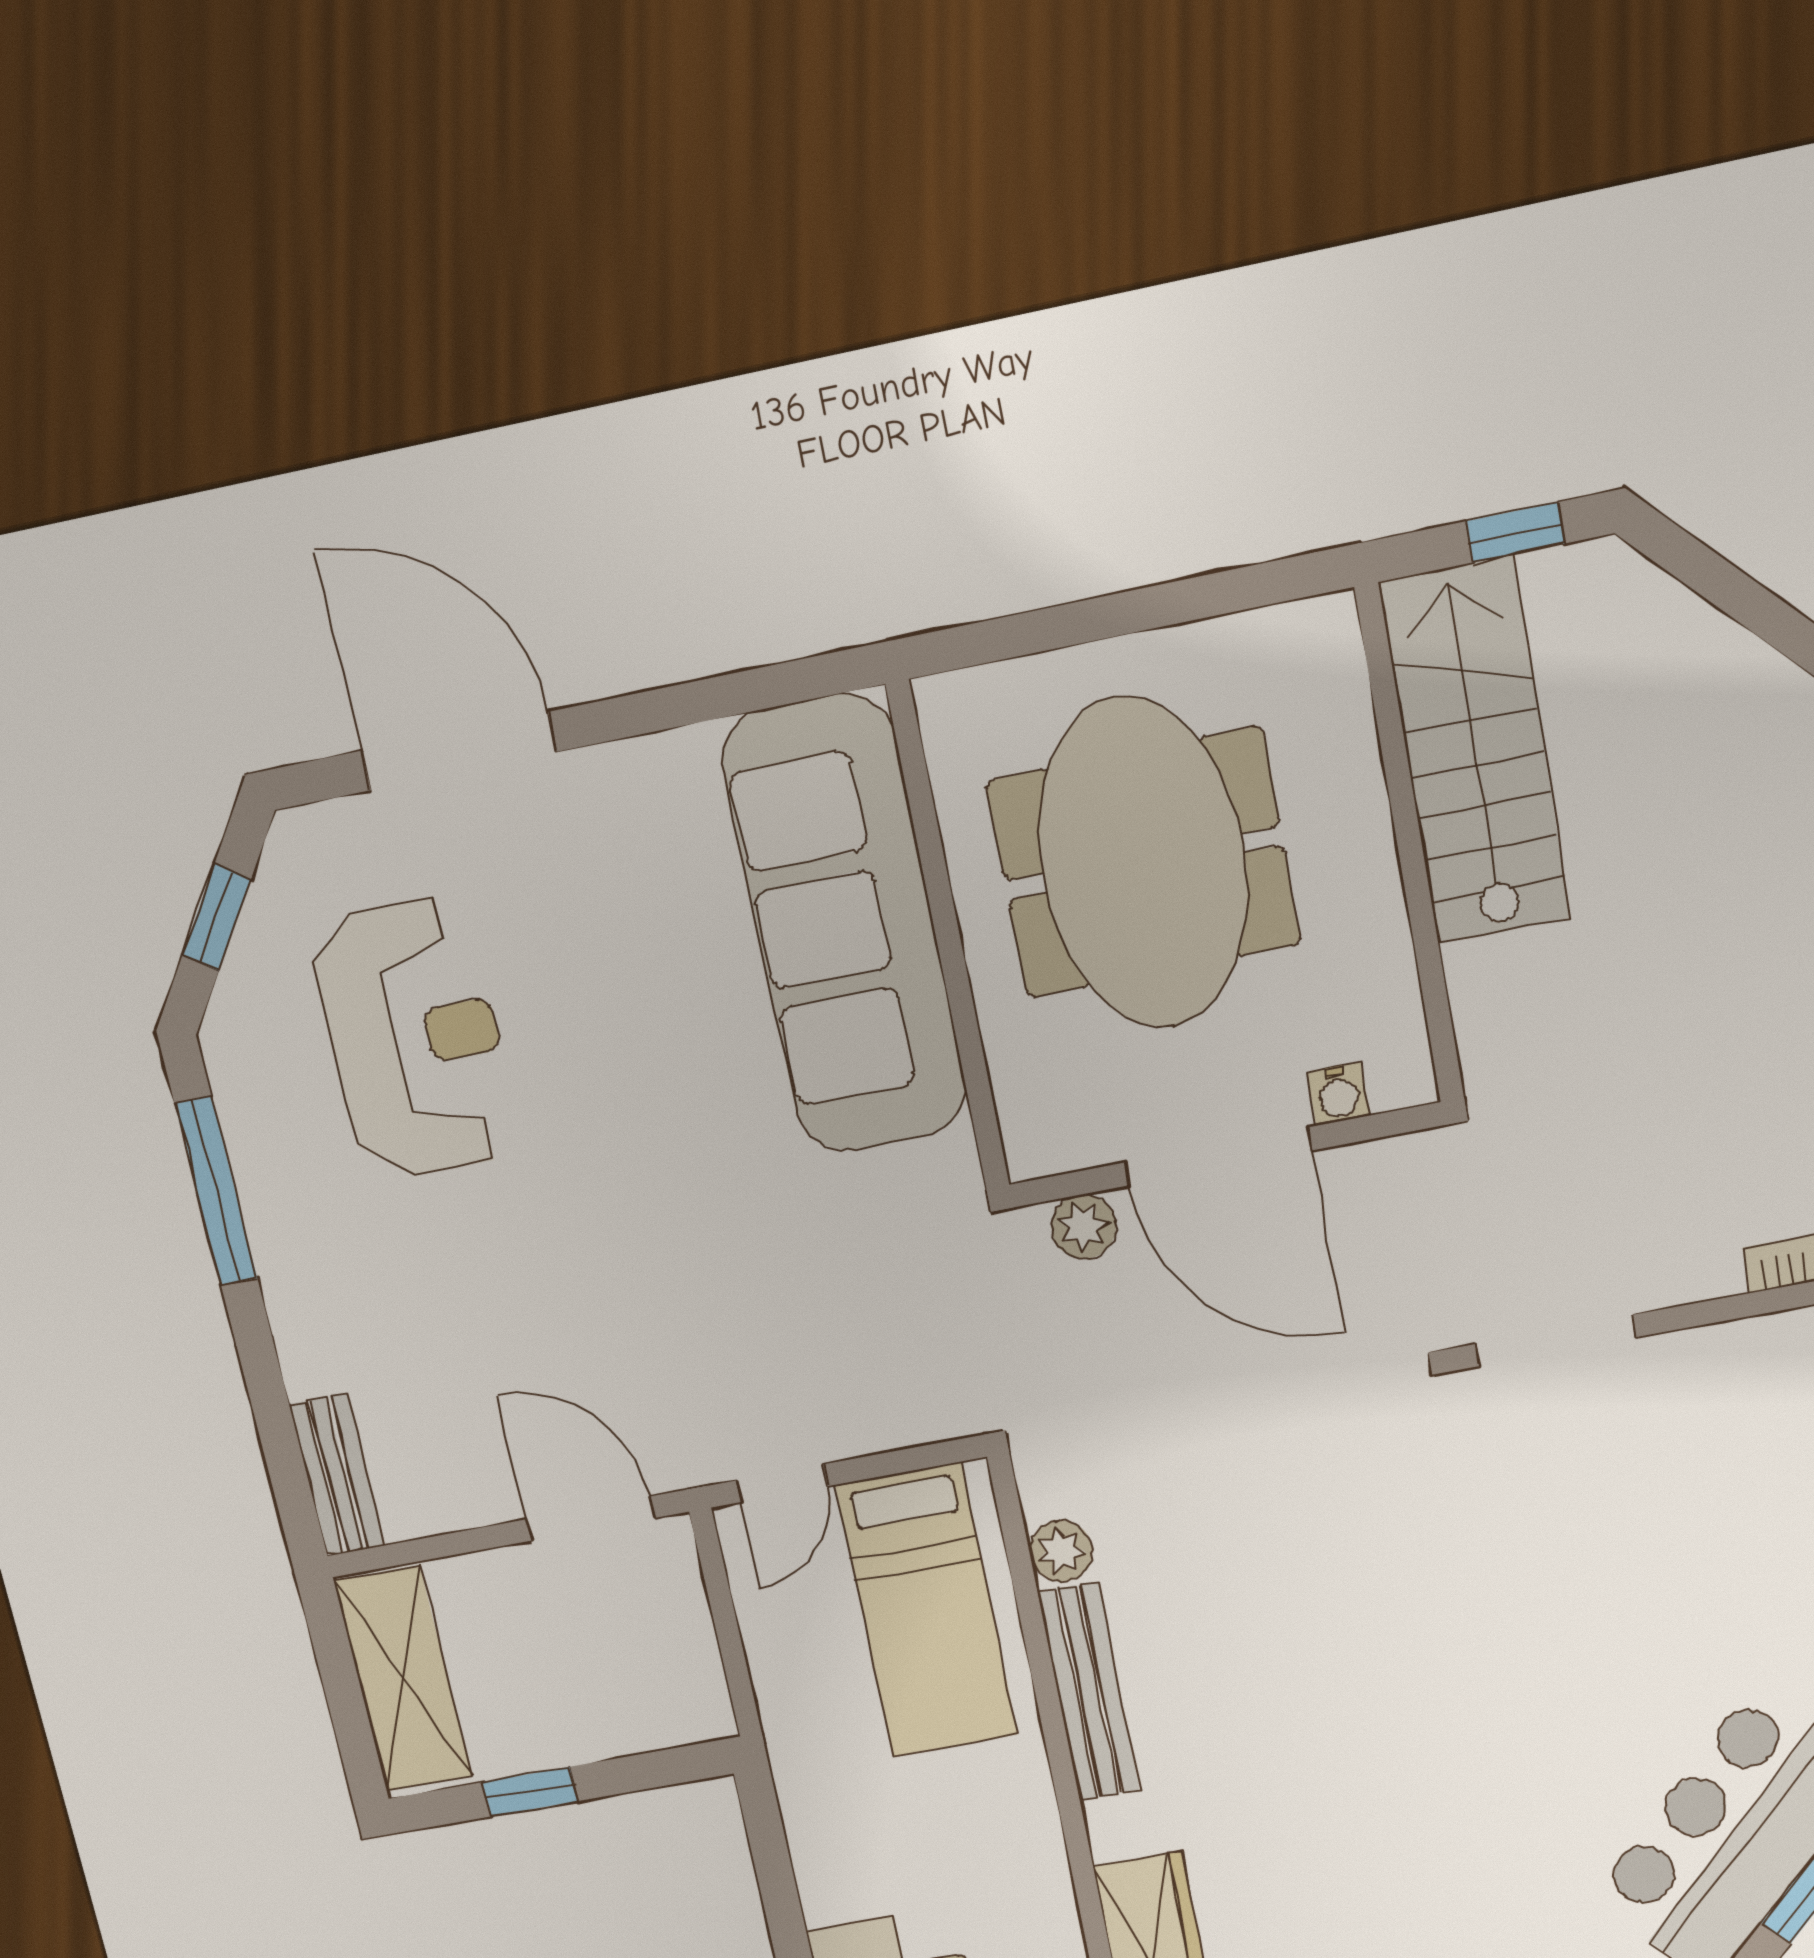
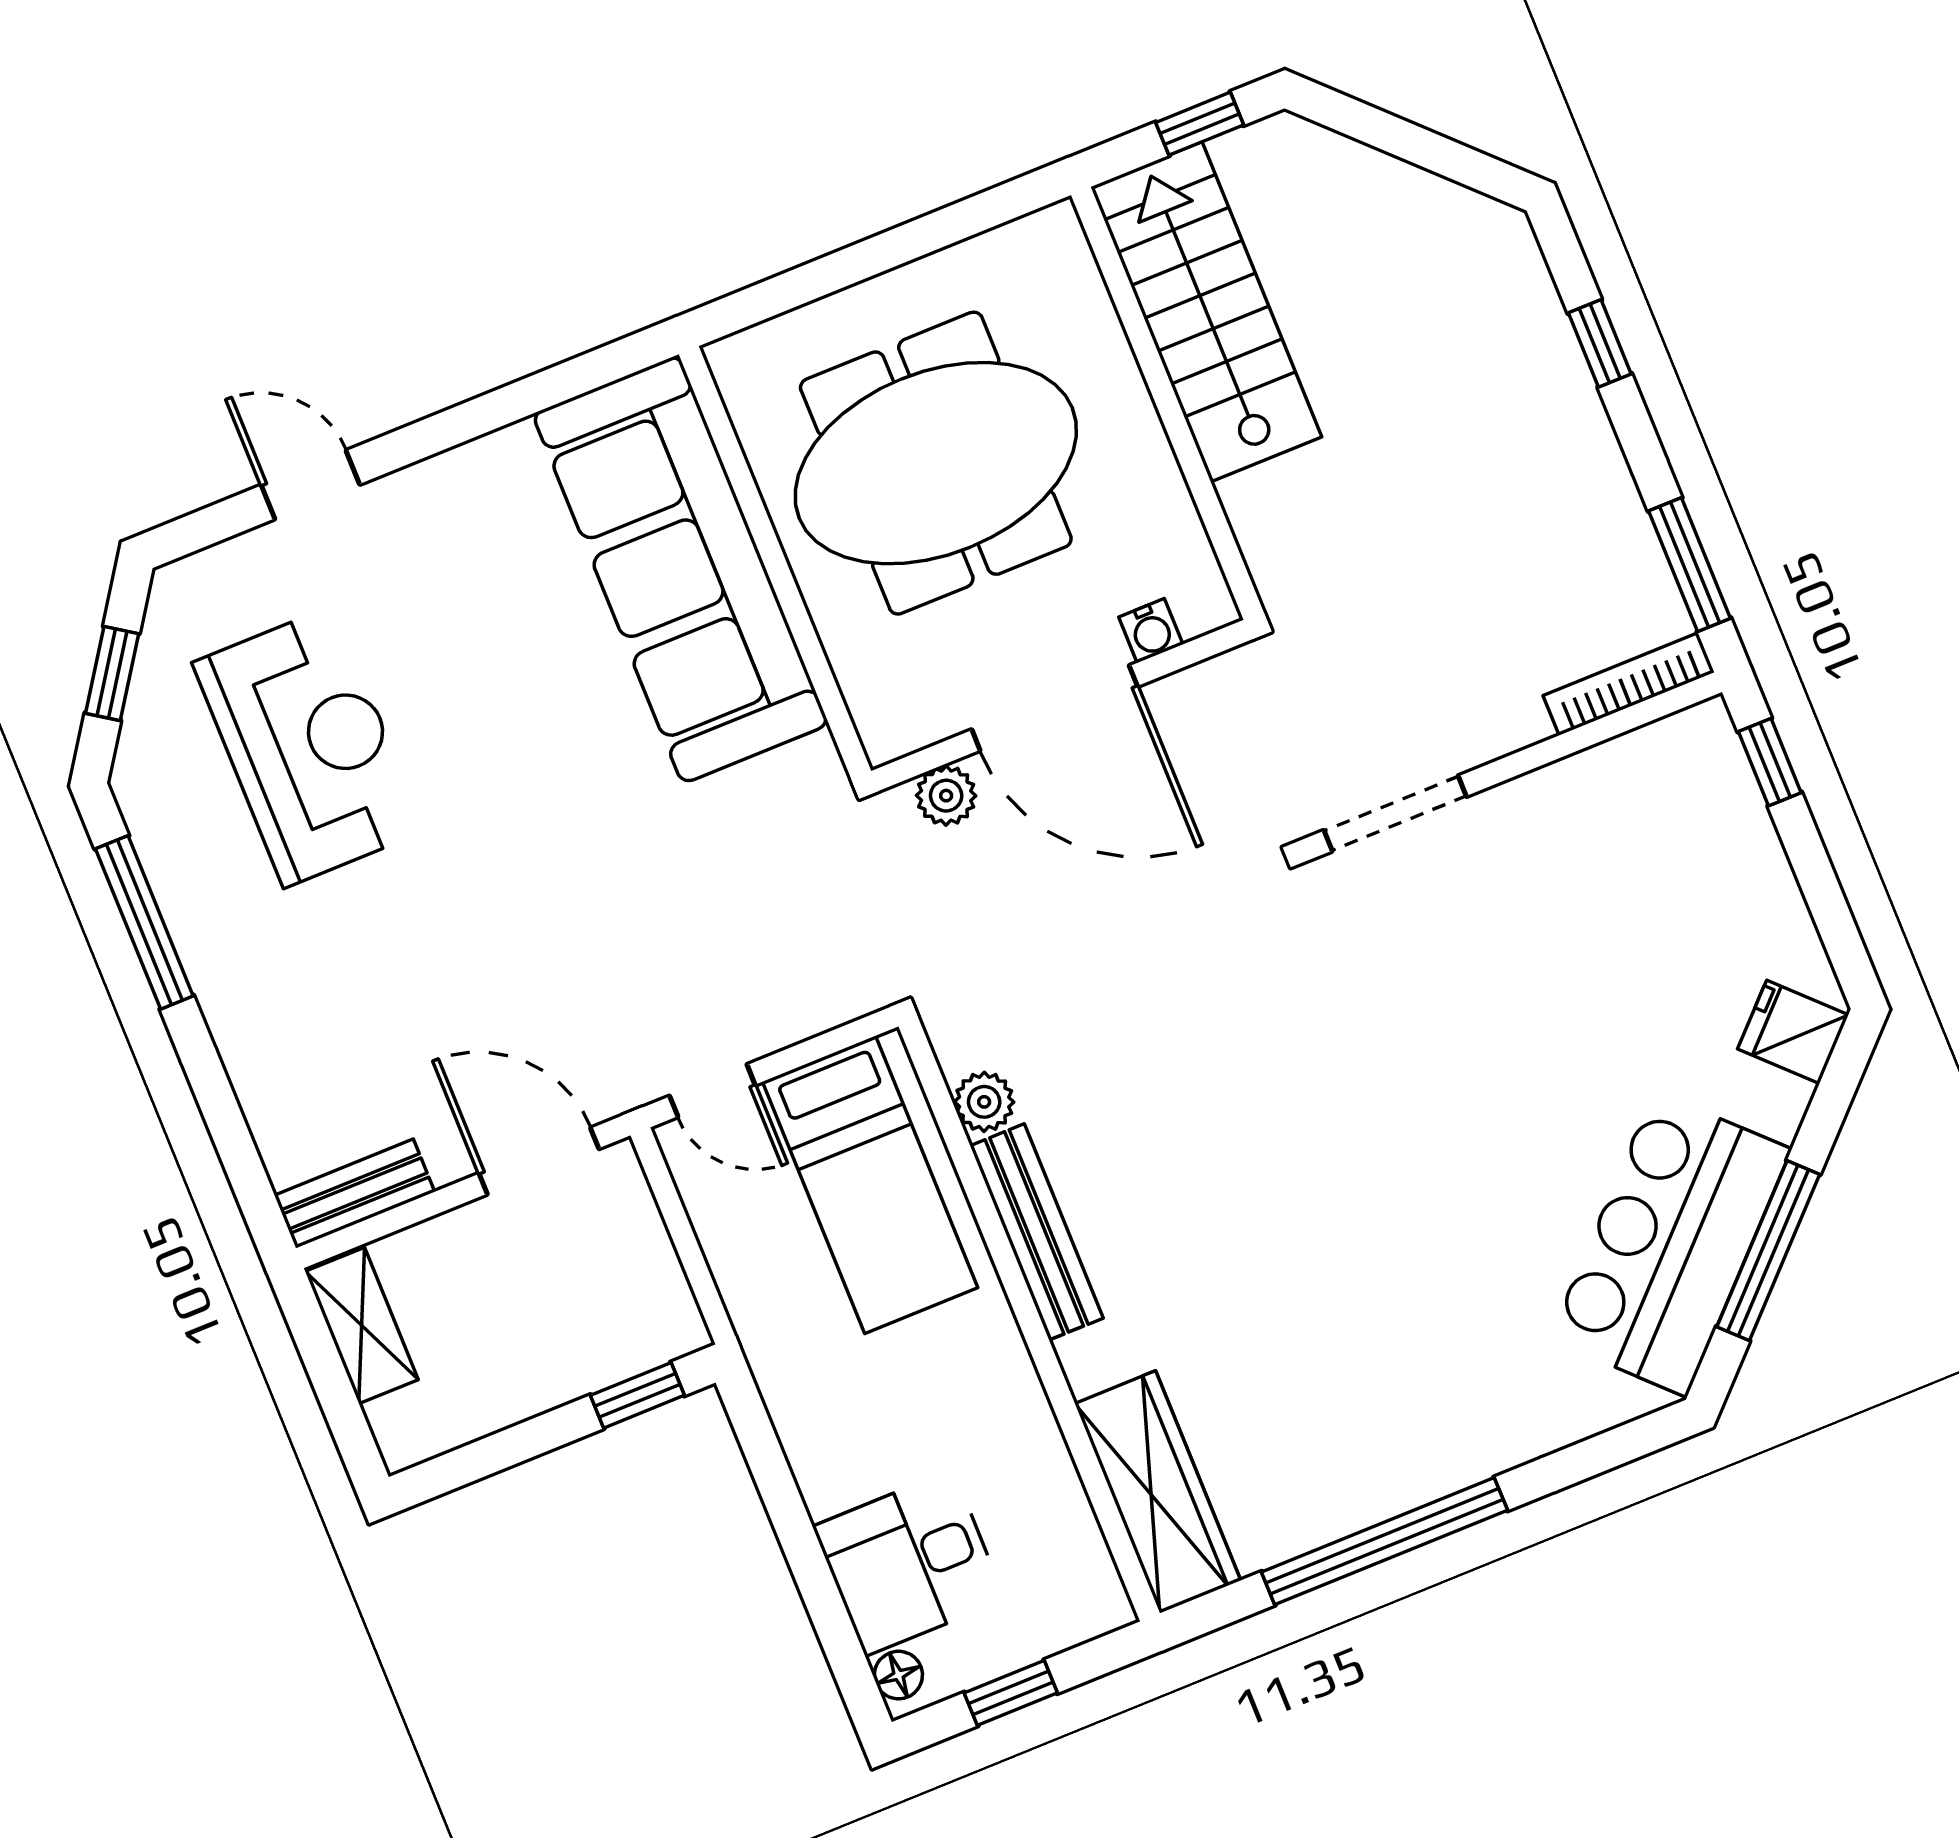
door: (459, 751) -> (310, 485), width x0.53
meeting table: (1144, 863) -> (936, 463), turned 90
bench: (337, 1475) -> (355, 1194), moved, turned 90
door: (782, 1483) -> (712, 1091), hinge flipped
shelving: (403, 1679) -> (362, 1325), width x0.67, depth x0.75
window: (530, 1792) -> (637, 1395), moved

